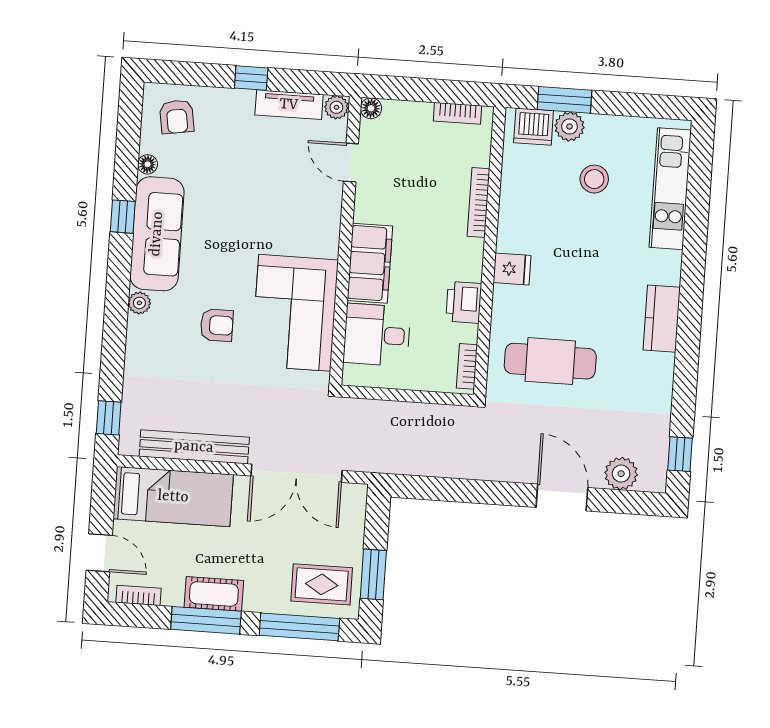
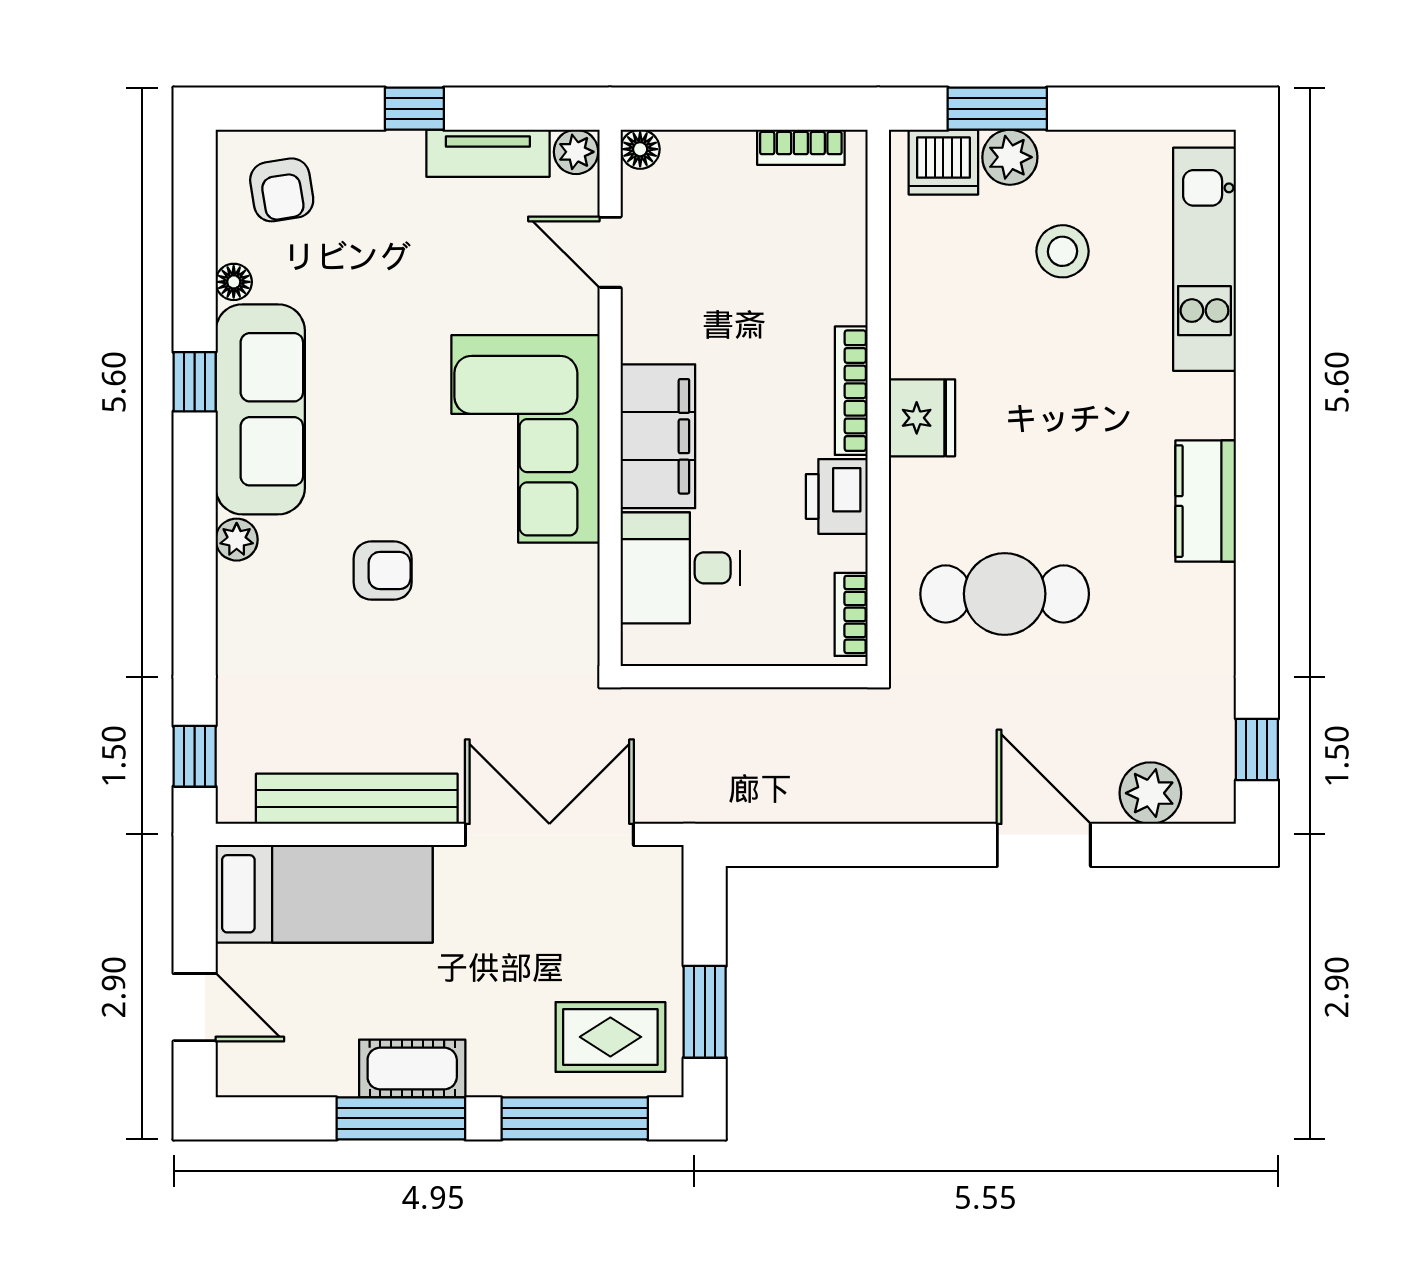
bookcase: (478, 203) -> (851, 391), moved
fridge: (512, 269) -> (922, 418), width x1.38
corner sofa: (295, 313) -> (525, 439), moved
double door: (296, 473) -> (549, 834), swing flipped
bookcase: (138, 595) -> (273, 1081), removed

